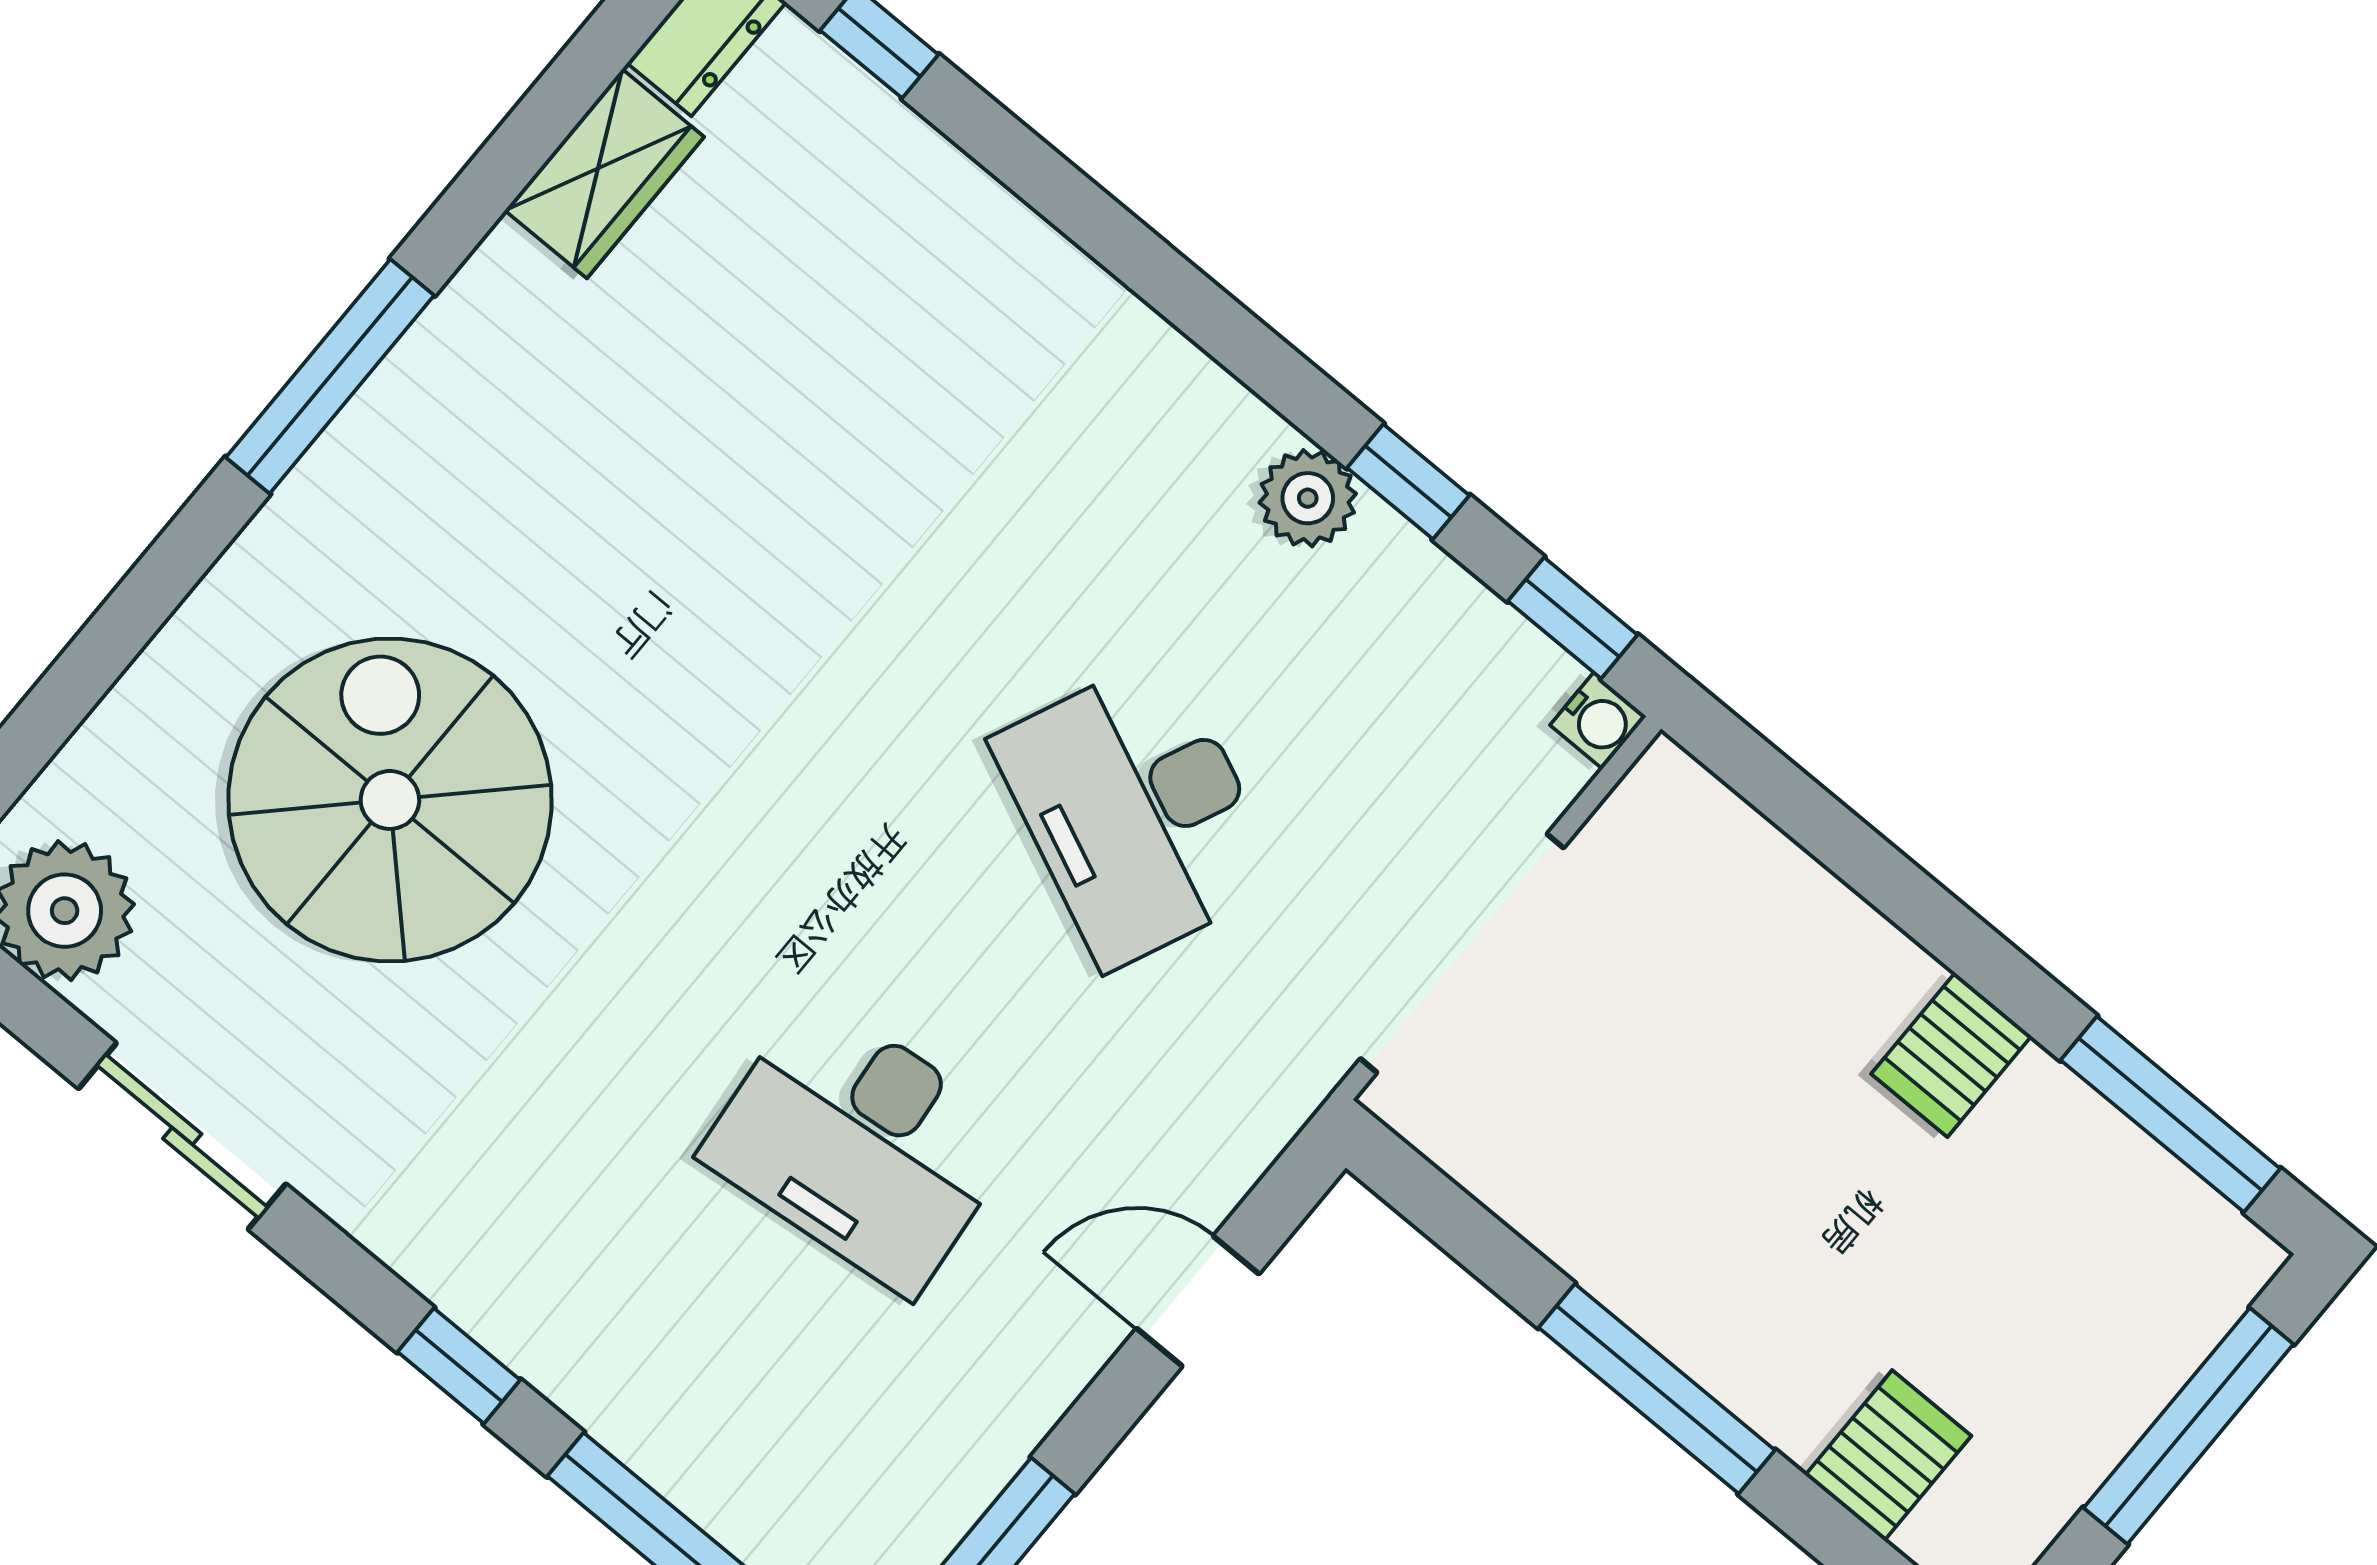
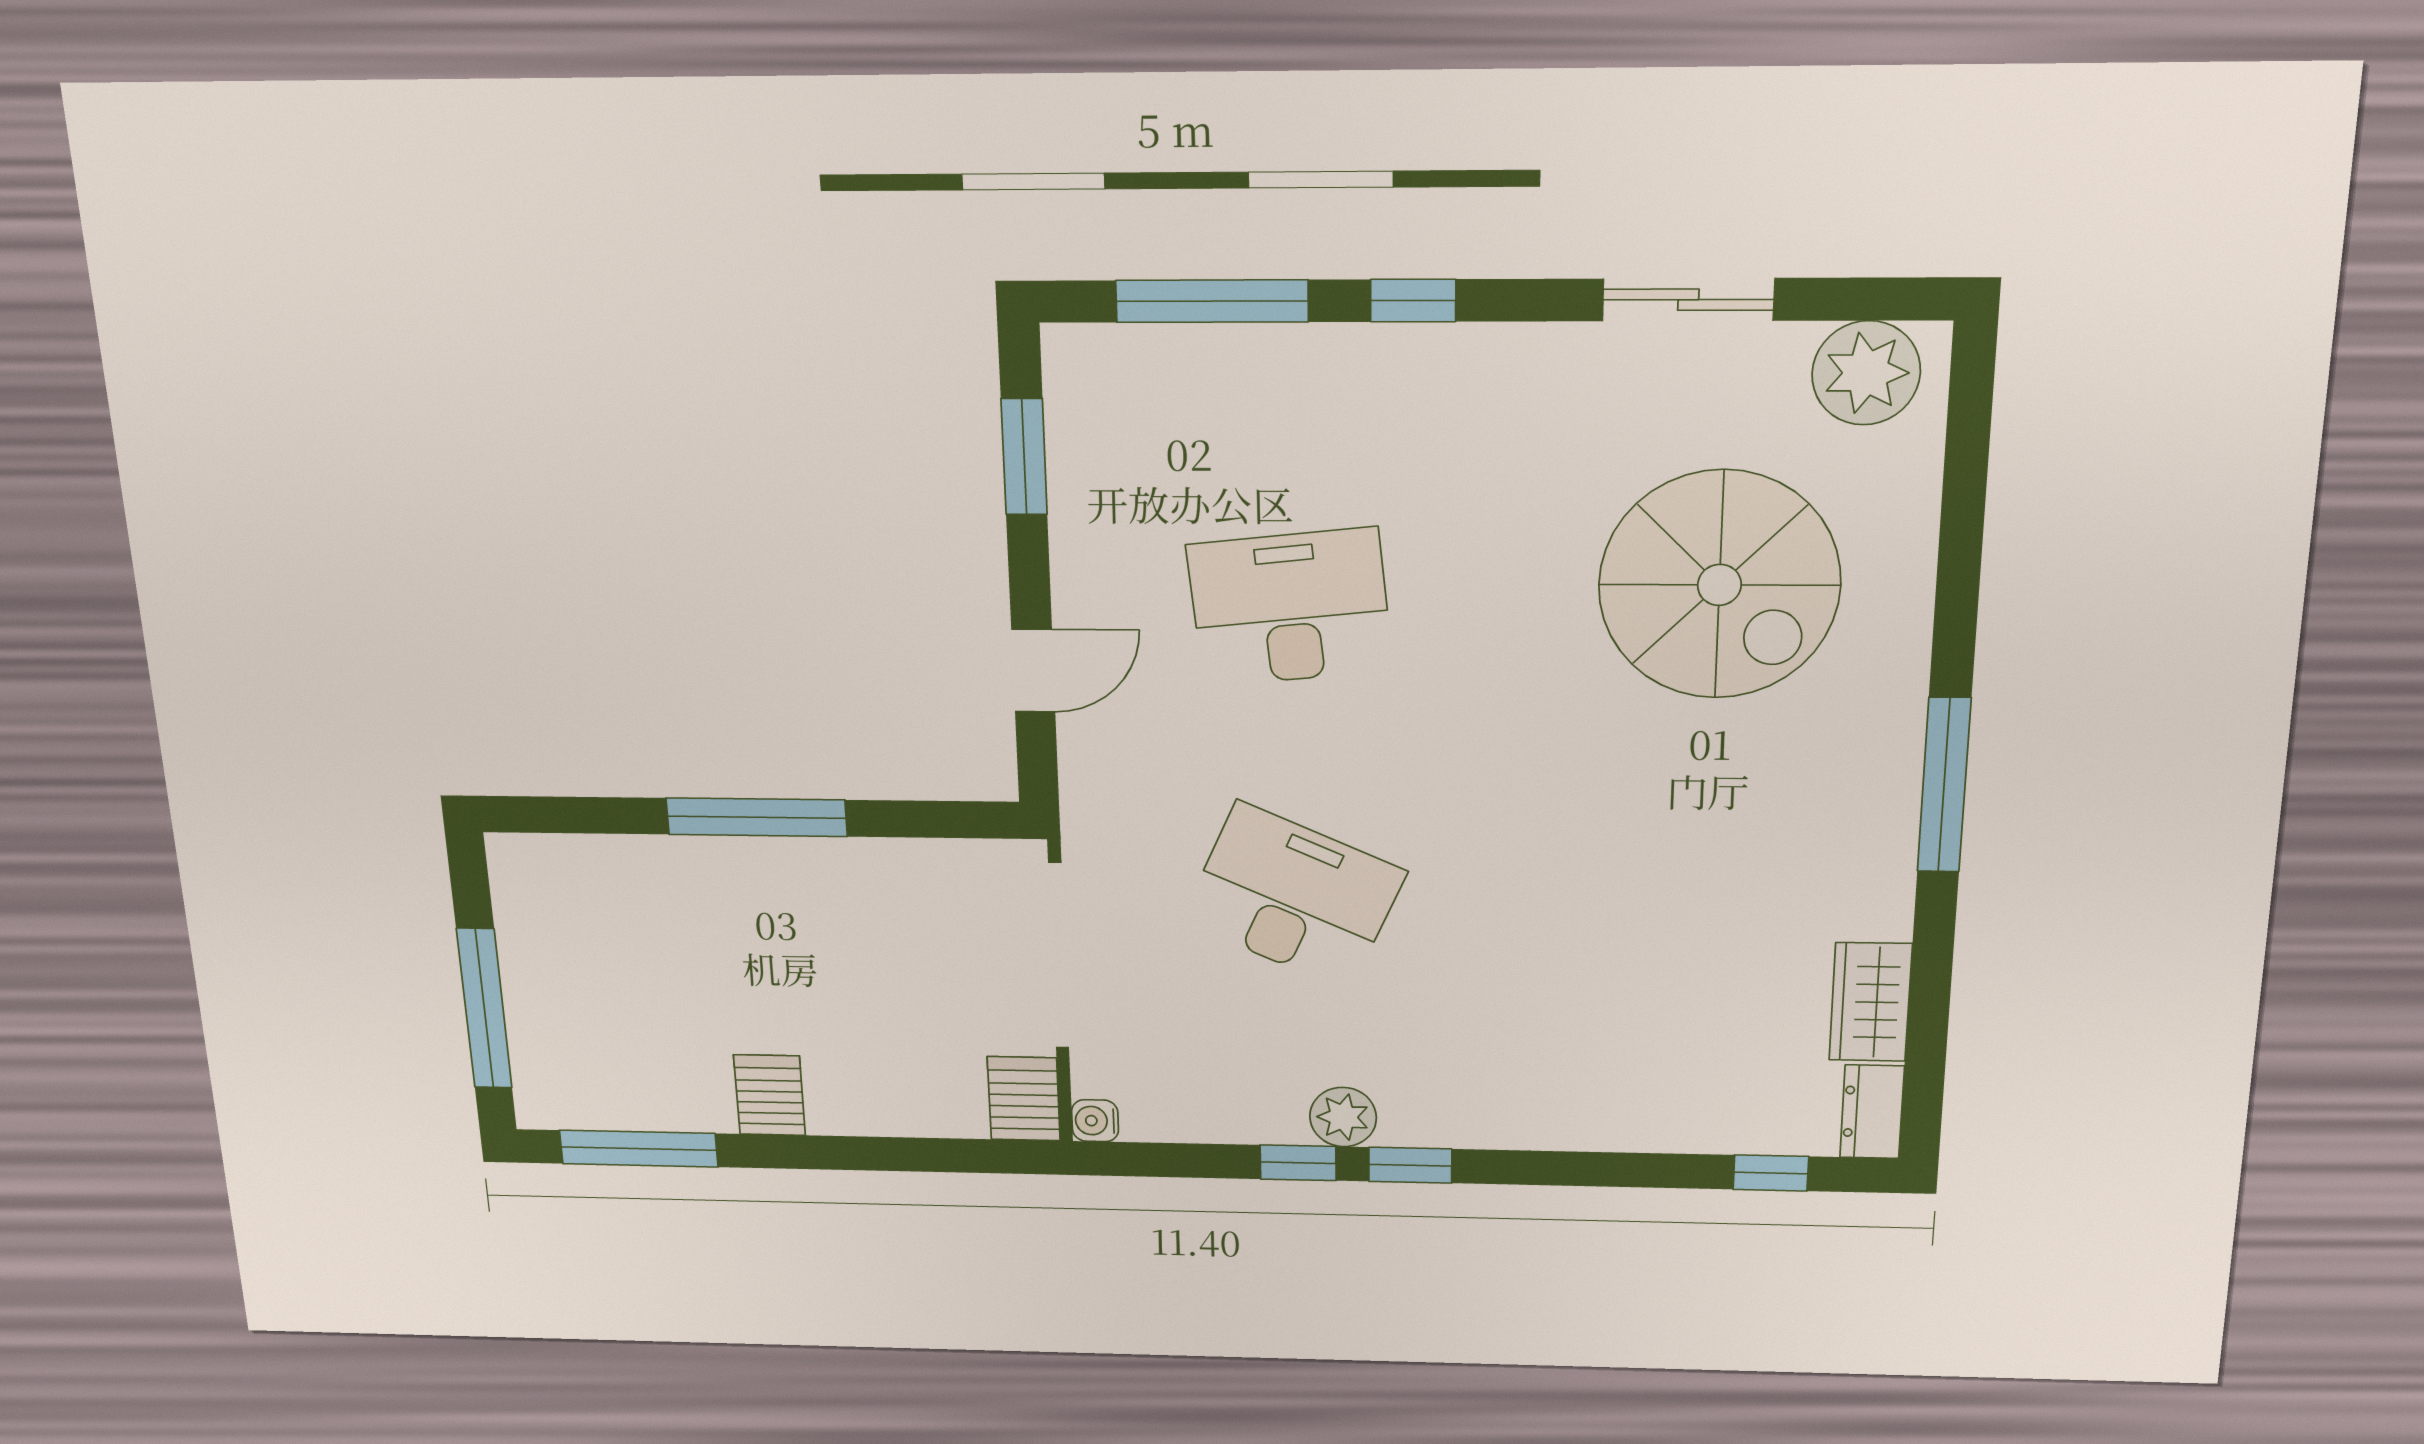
window: (1573, 618) -> (1410, 1165), moved
server rack: (1888, 1456) -> (1024, 1099), moved, turned 180

